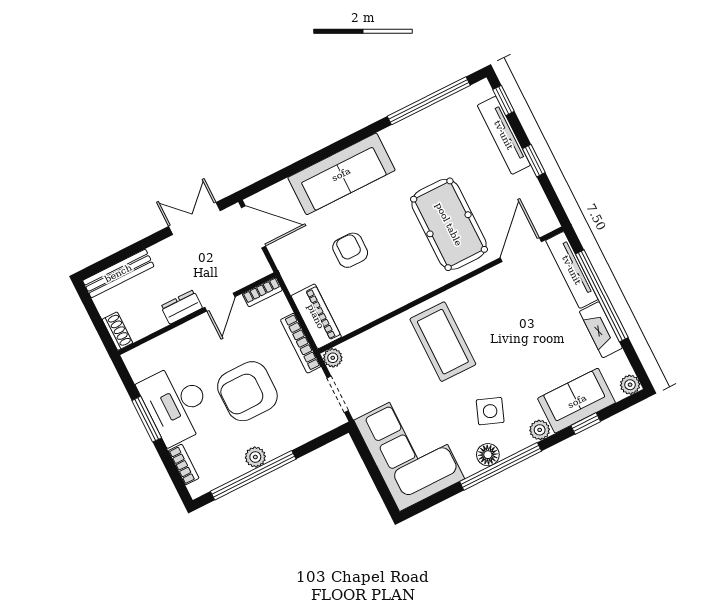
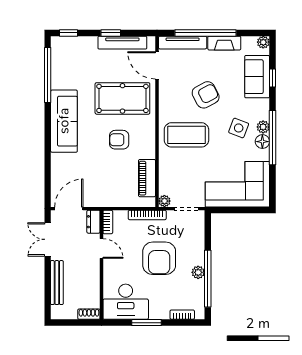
tv unit: (504, 135) -> (122, 43), moved
sofa: (341, 174) -> (64, 121), moved
armchair: (350, 250) -> (119, 140), moved
bench: (118, 273) -> (57, 283), moved
dresser: (182, 307) -> (93, 222), moved
piano: (316, 316) -> (147, 178), moved, turned -90
armchair: (514, 340) -> (206, 95), added
desk: (176, 404) -> (126, 302), moved
plant: (540, 430) -> (263, 127), moved

